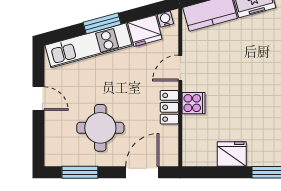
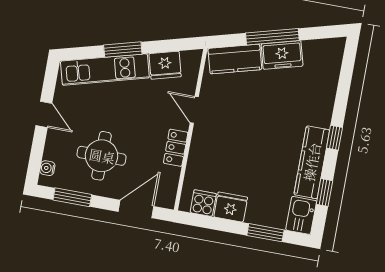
water cooler: (165, 19) -> (47, 168), moved, turned -75
door: (180, 68) -> (194, 110), hinge flipped
cooker: (194, 103) -> (203, 203), moved, turned -90

